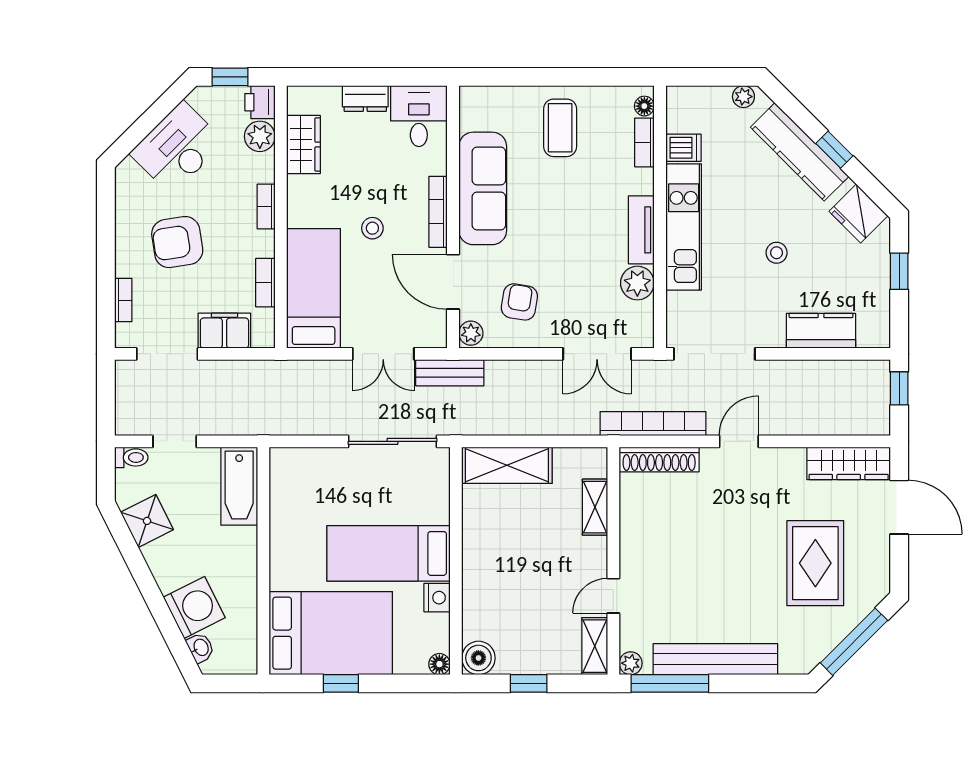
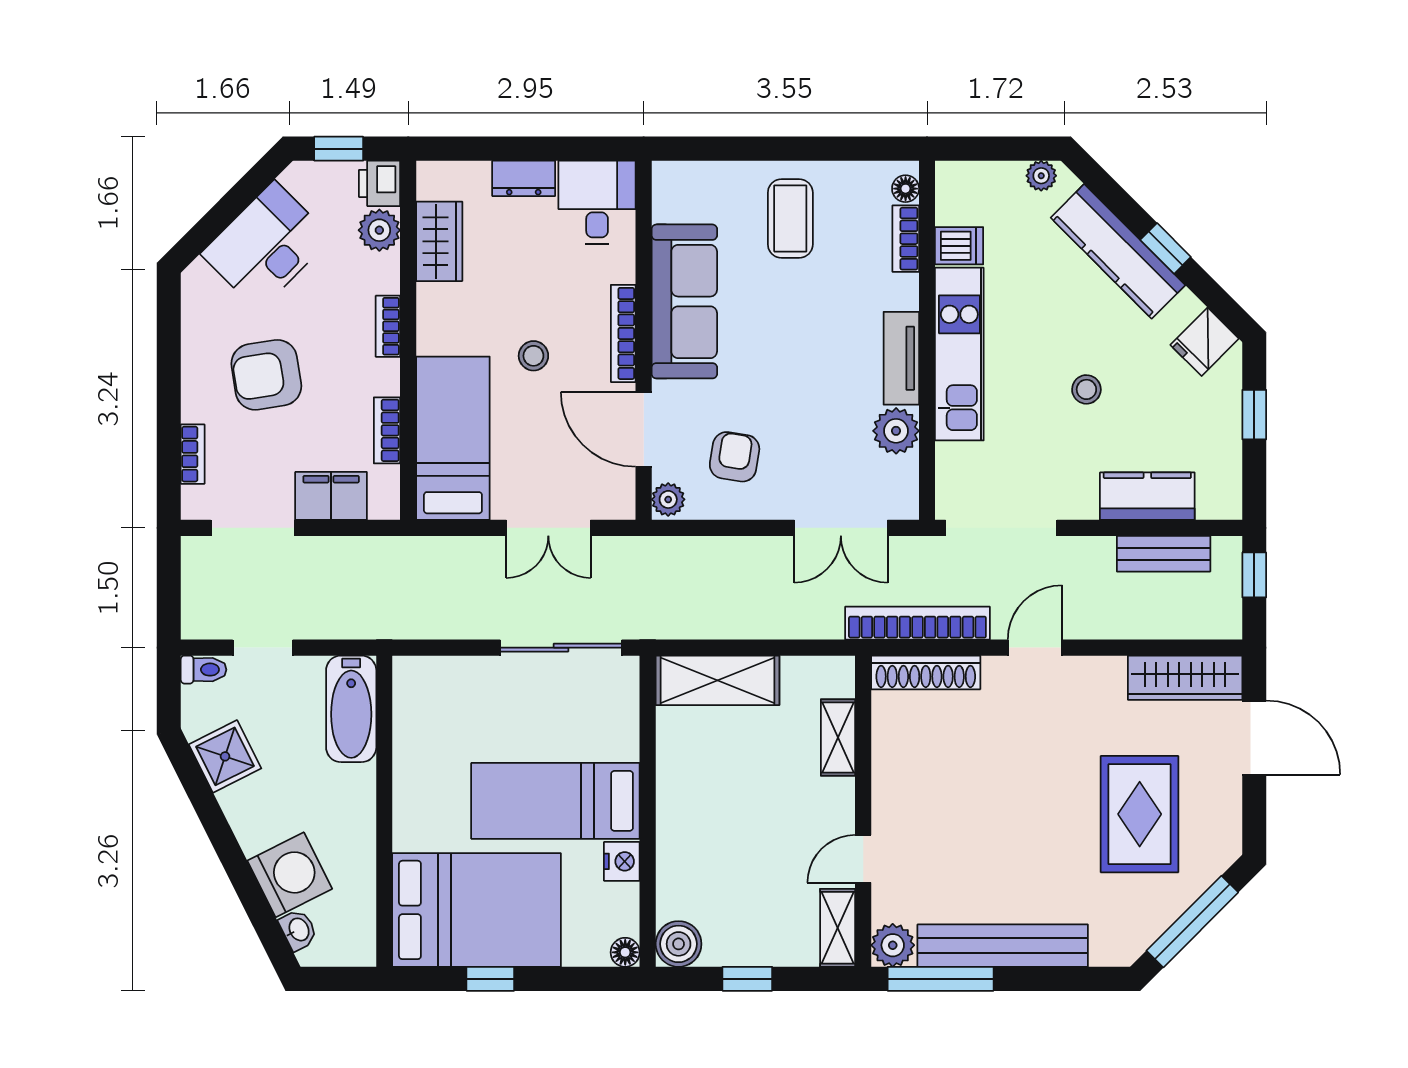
fridge: (858, 213) -> (1205, 342), width x0.72
bench: (450, 373) -> (1164, 554), moved
plant: (631, 663) -> (893, 945), width x1.38, depth x1.38

